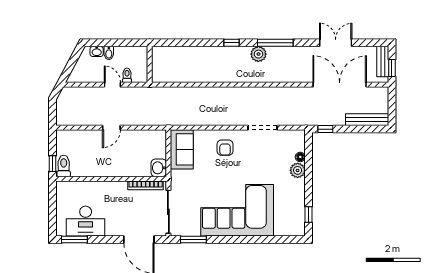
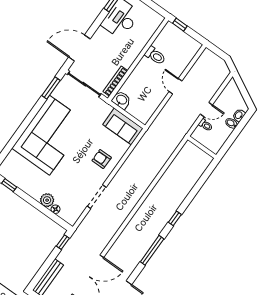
plant: (258, 54) -> (153, 232), removed
toilet: (64, 166) -> (155, 56), moved

